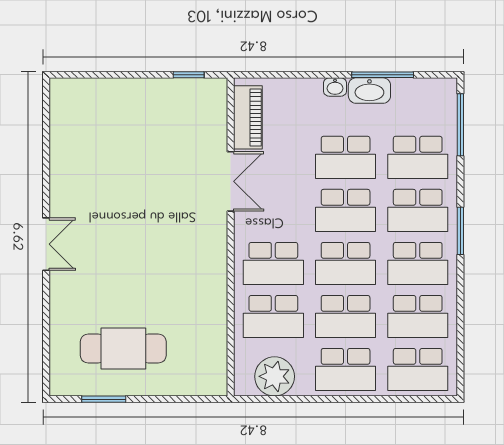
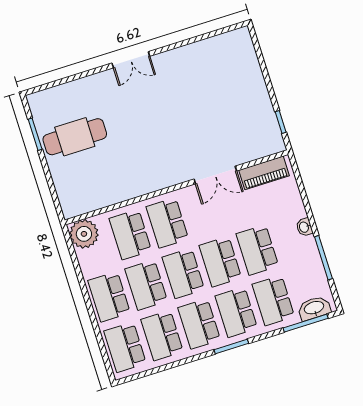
washbasin: (369, 91) -> (314, 308), moved, turned 90
cafe table: (123, 349) -> (75, 137), turned 90
plant: (275, 376) -> (84, 234), moved

